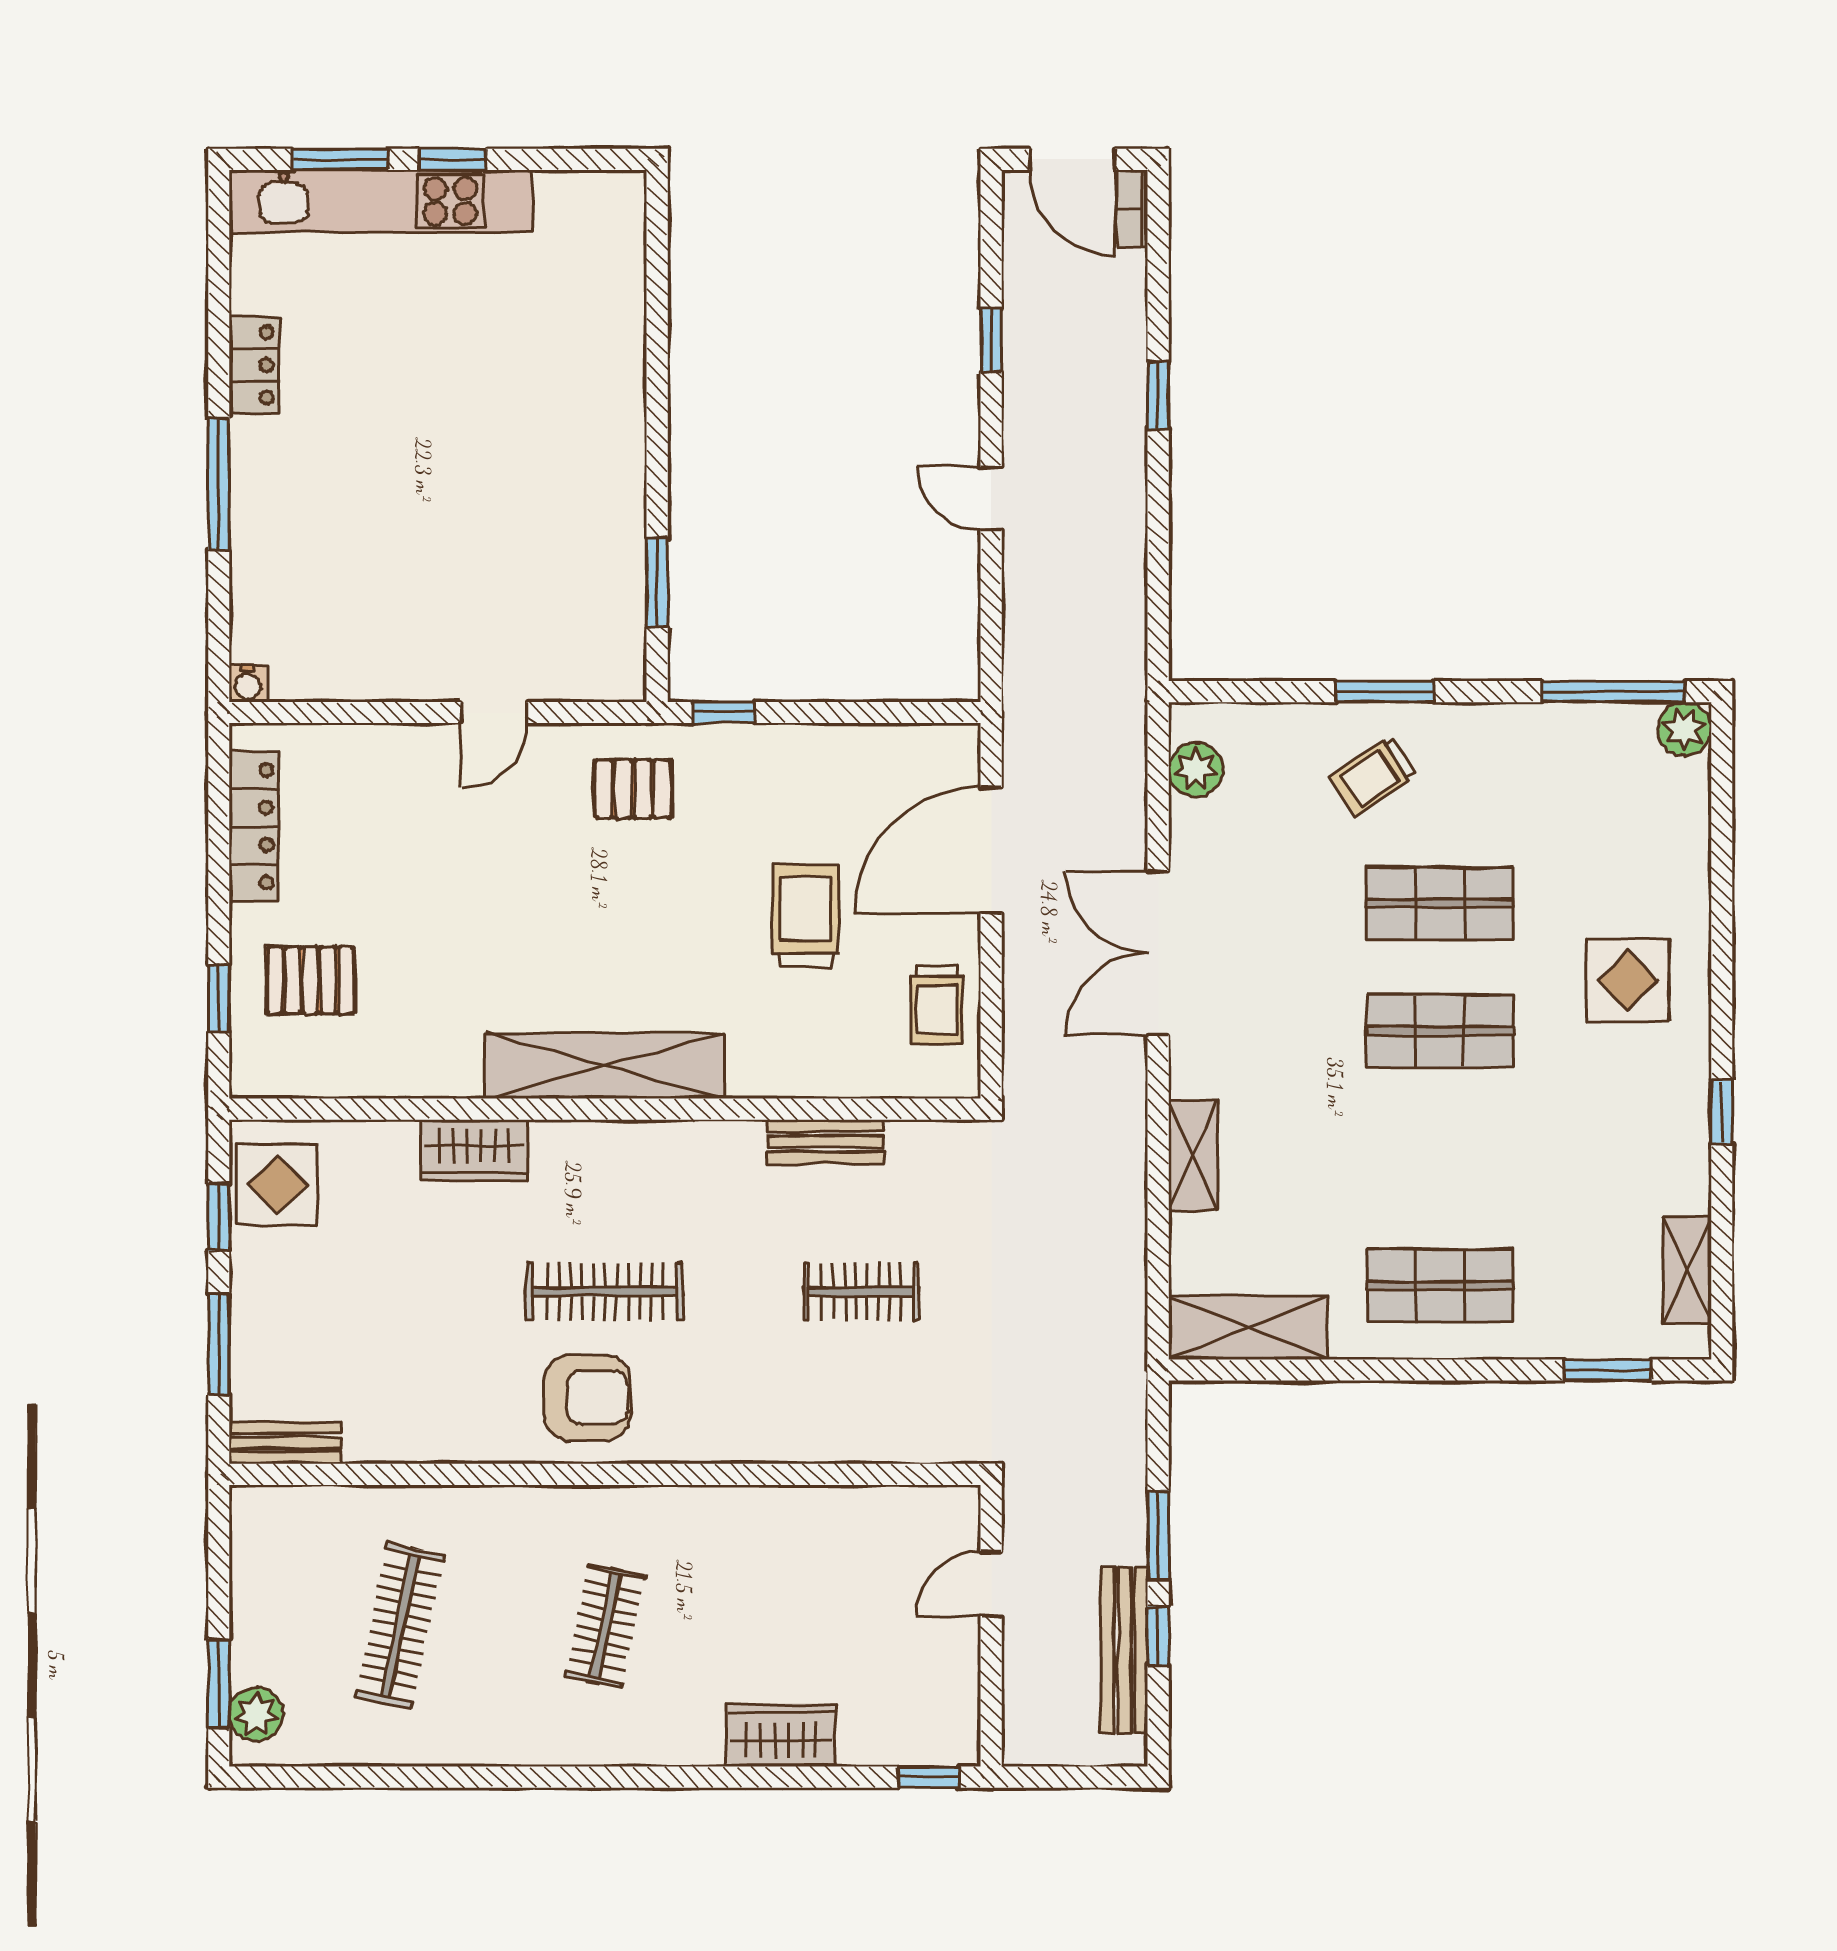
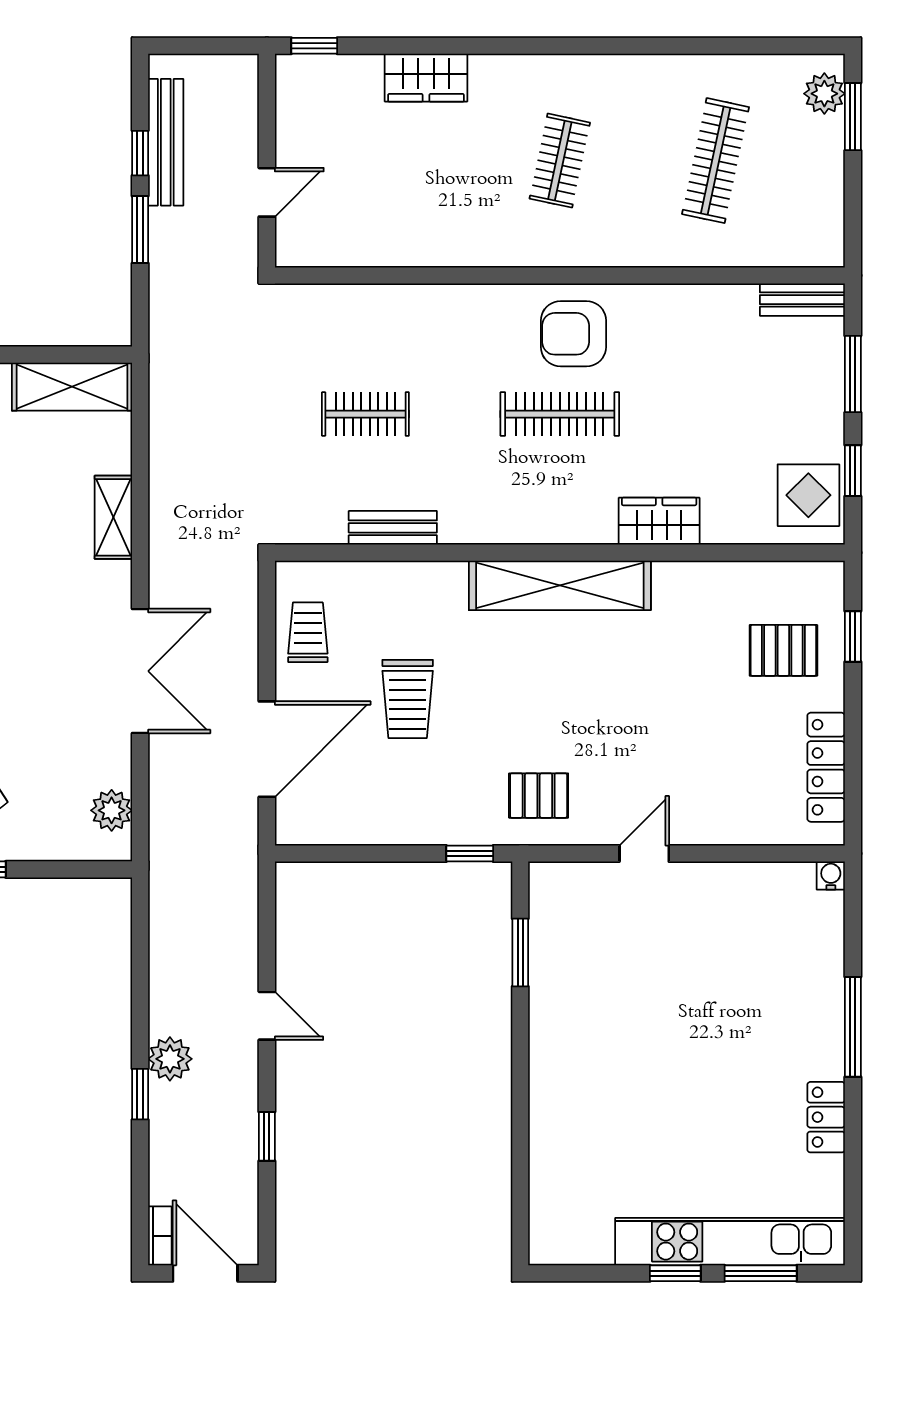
plant: (1119, 442) -> (170, 1059), added

